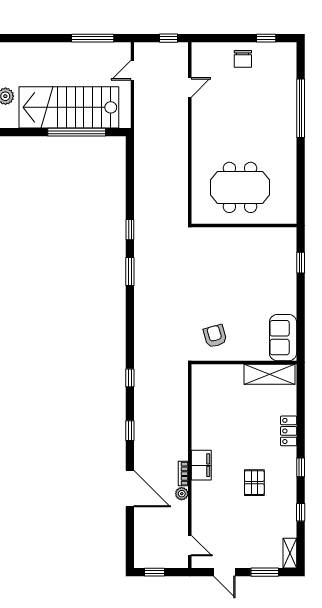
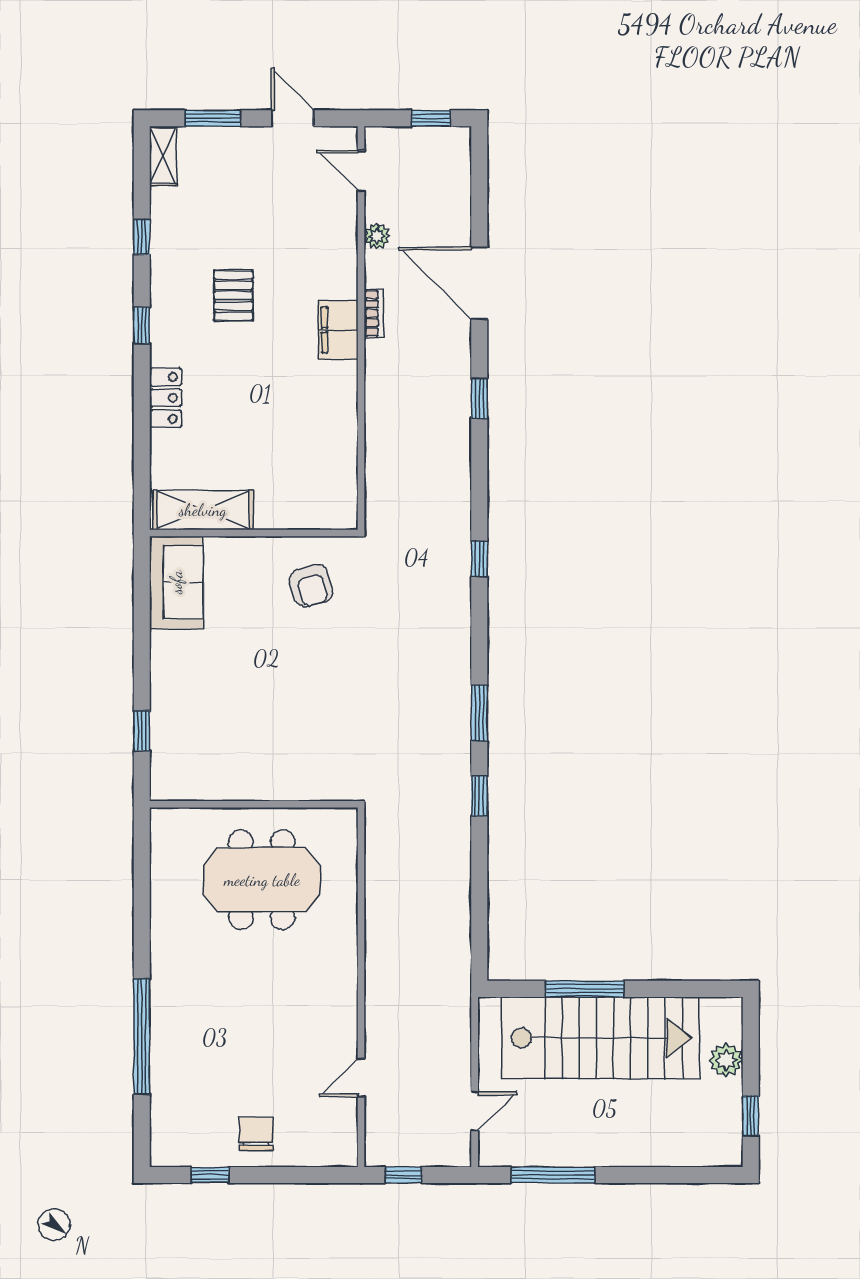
window: (77, 132) -> (585, 989), width x0.68
window: (130, 378) -> (479, 559), moved
plant: (182, 494) -> (377, 236), moved

